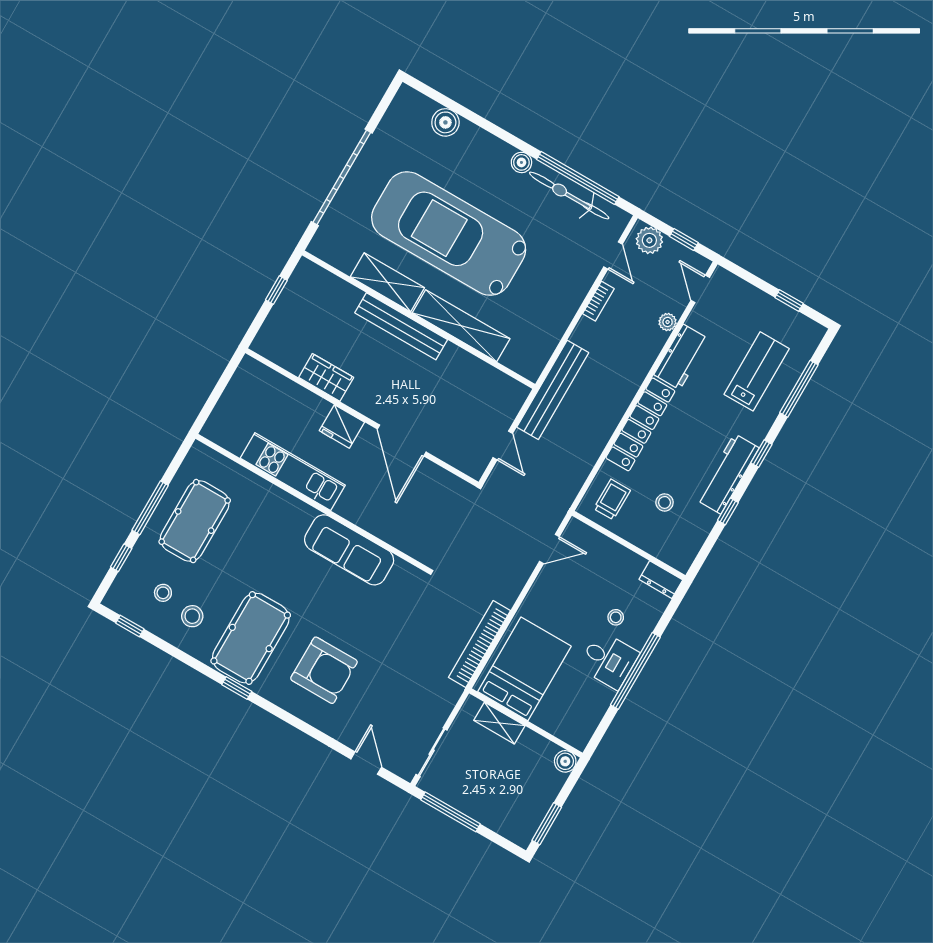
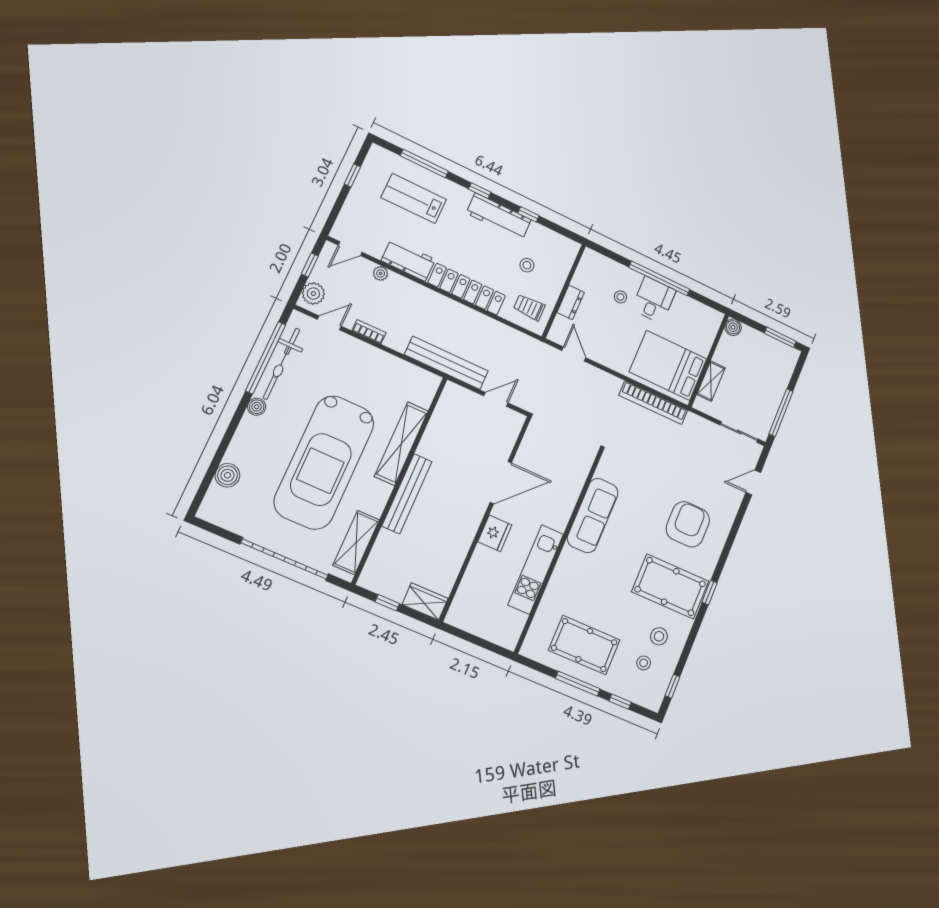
shelving: (387, 282) -> (356, 543), moved
wardrobe: (326, 377) -> (425, 601), moved, turned 90
dresser: (661, 580) -> (571, 302), moved

